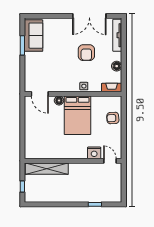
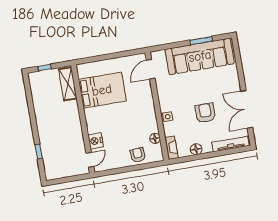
sofa: (34, 36) -> (200, 56), width x1.85, depth x1.27
armchair: (86, 53) -> (205, 113), turned 90
floor lamp: (59, 100) -> (155, 138), moved
bed: (78, 115) -> (102, 90), moved, turned 180
shelving: (47, 169) -> (68, 84), width x0.68

